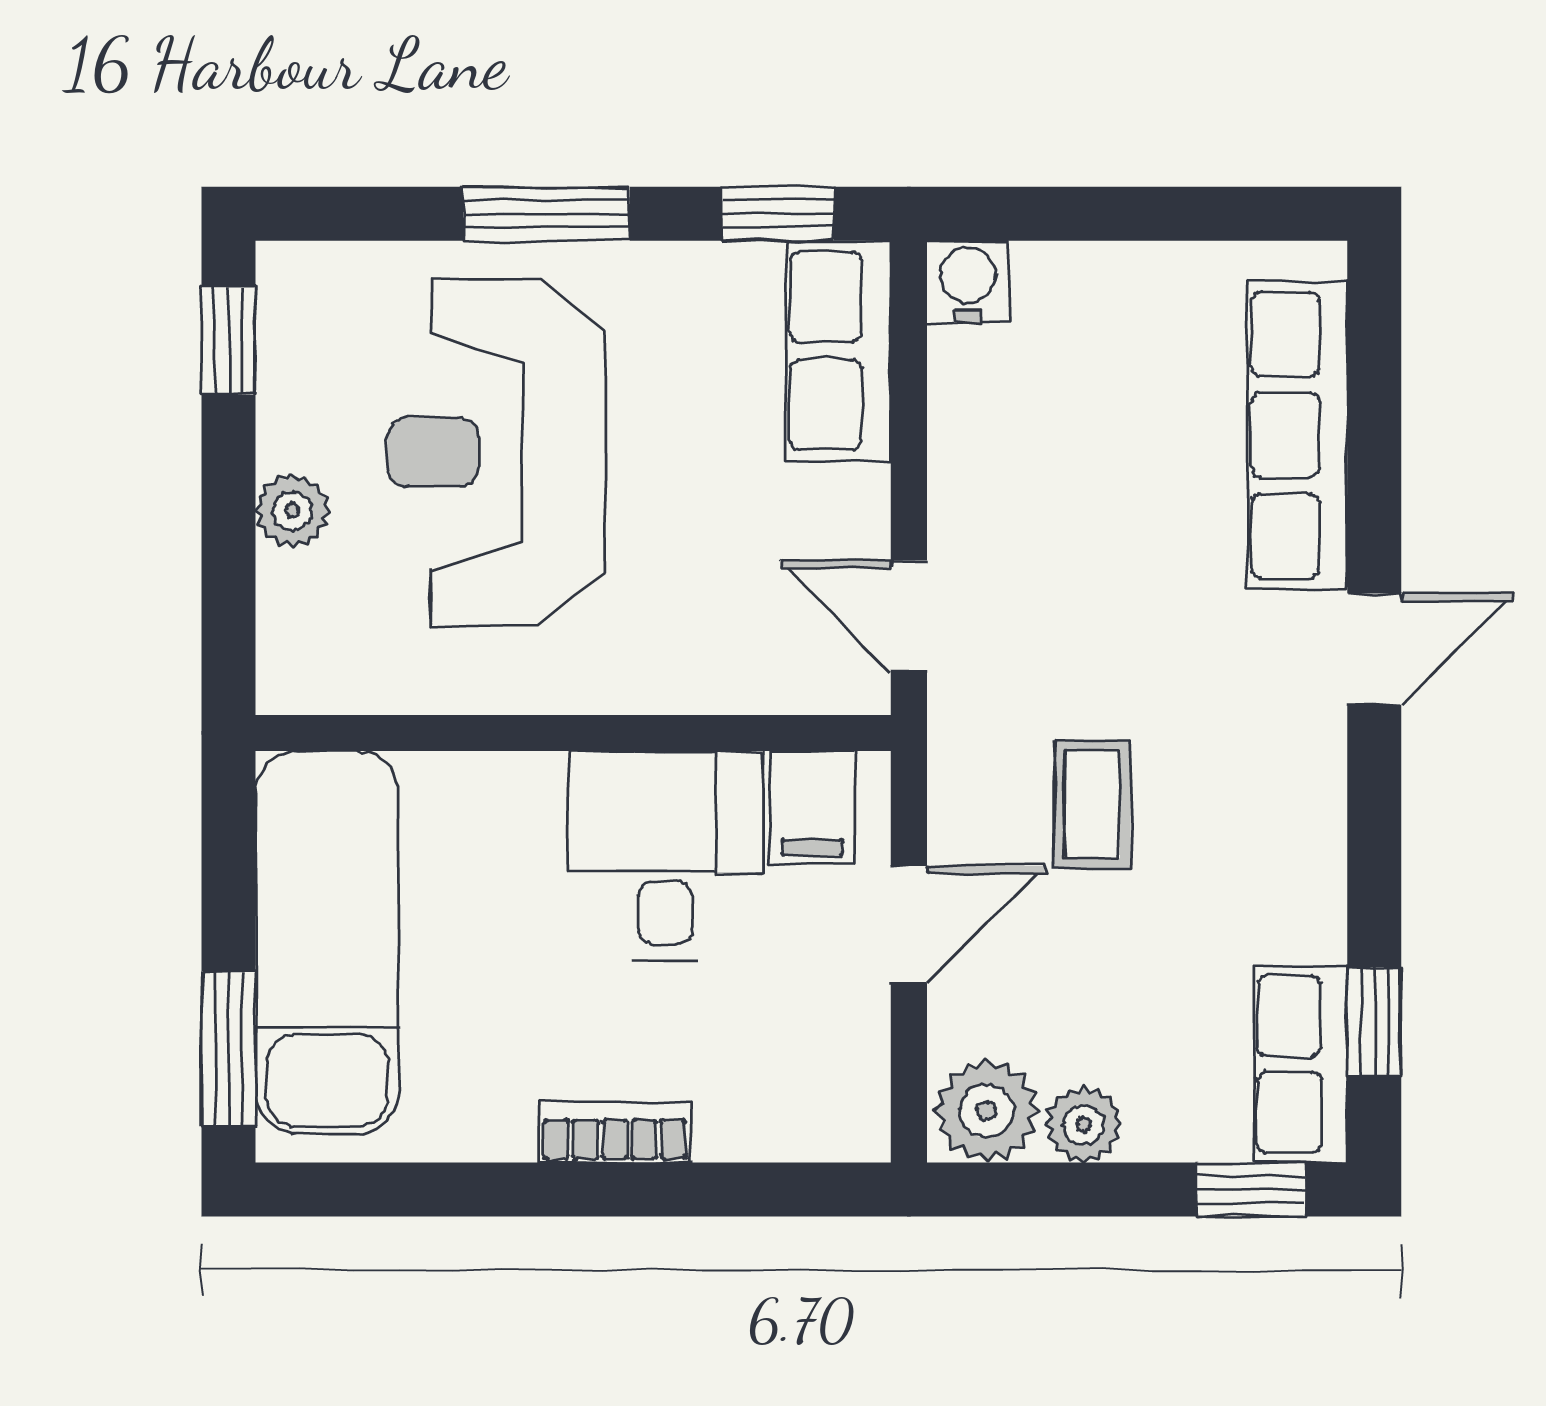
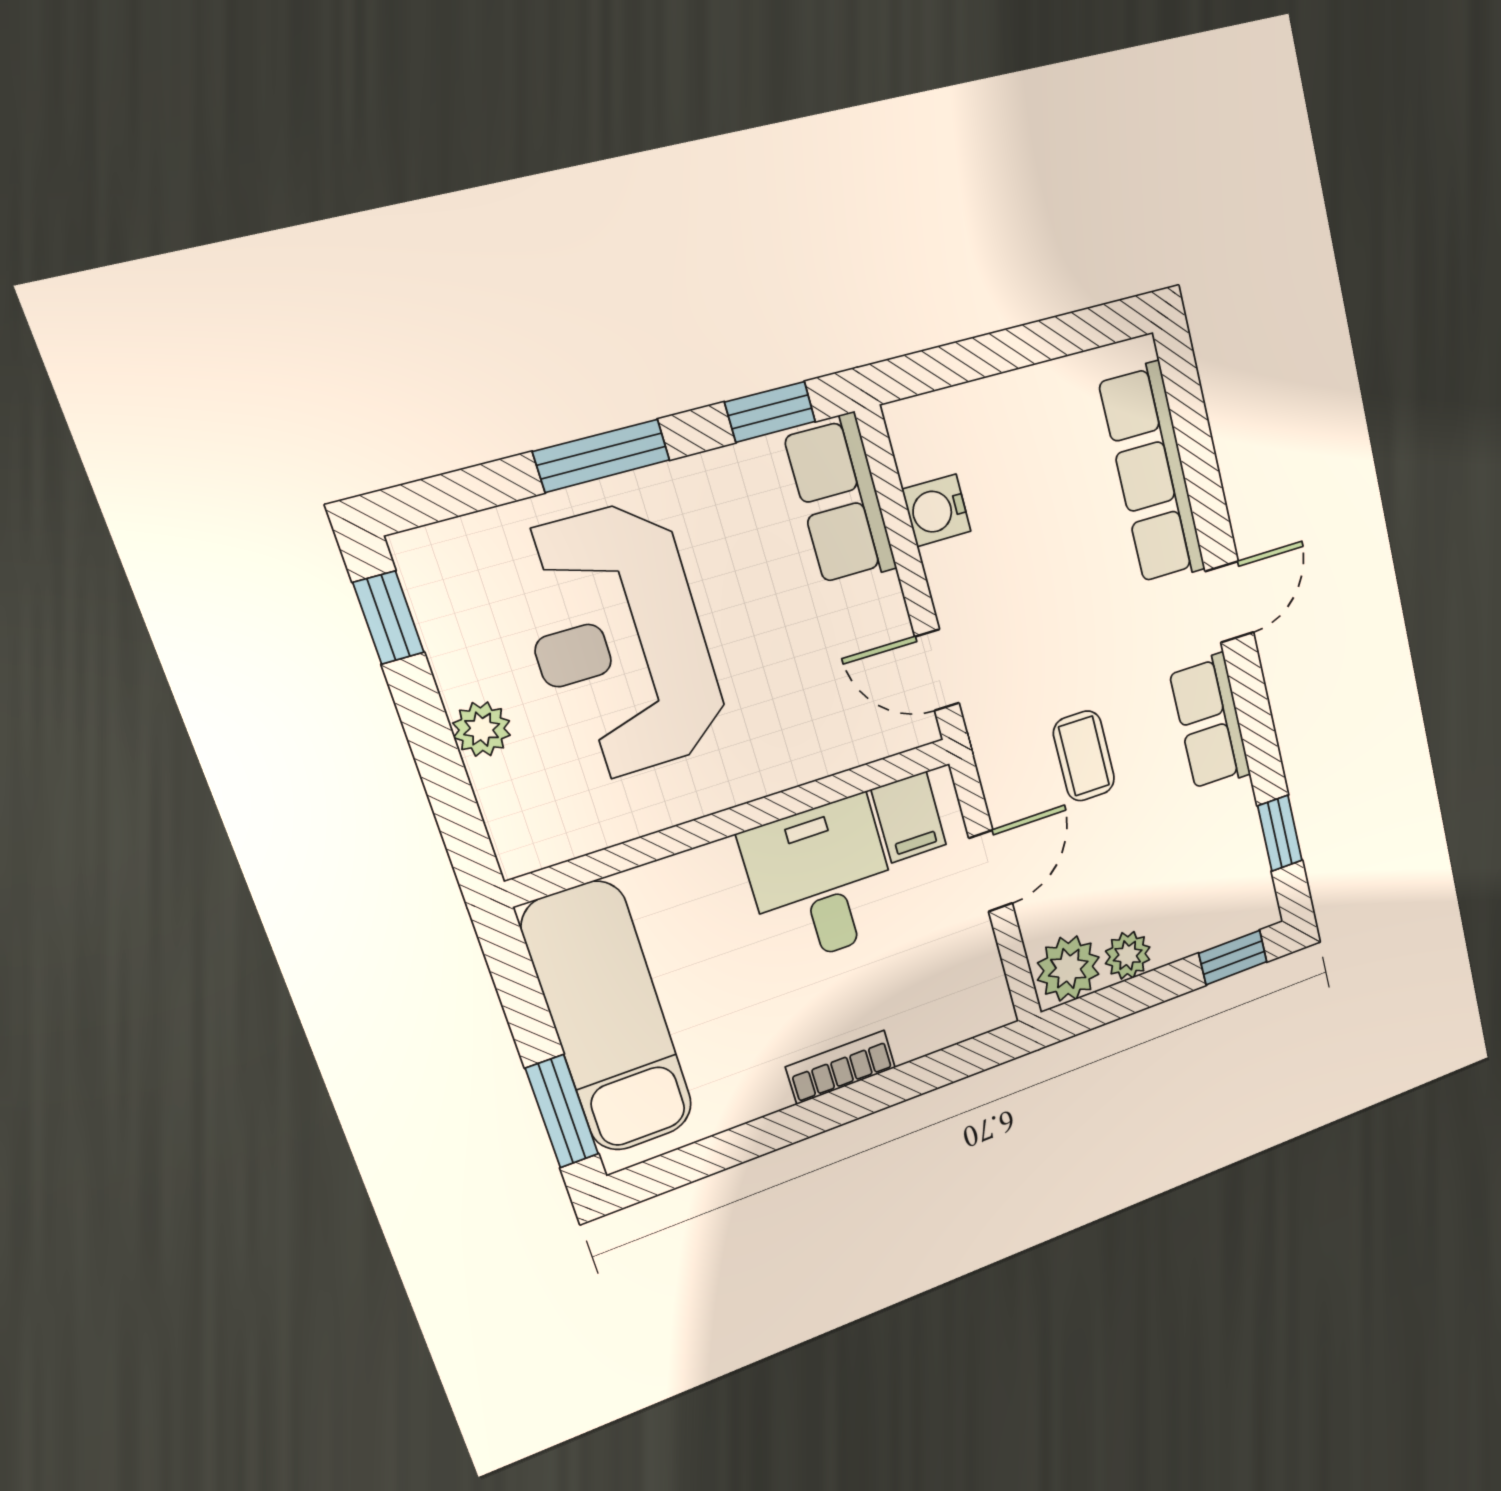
water cooler: (968, 282) -> (937, 510), moved, turned -90
row of seats: (1300, 1064) -> (1210, 722), moved

